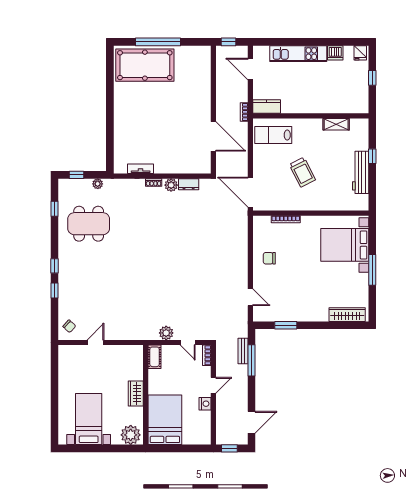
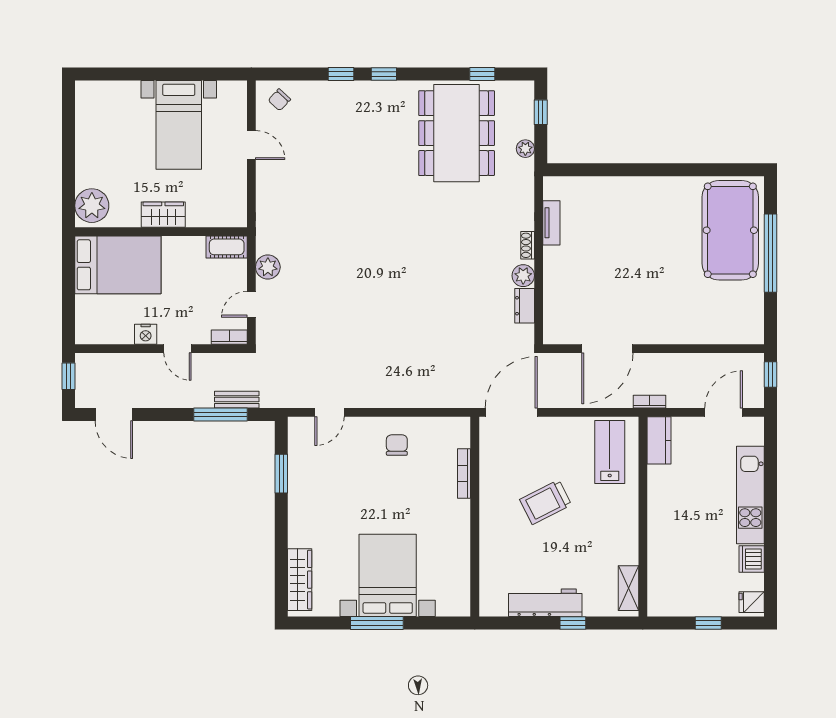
shelving: (336, 124) -> (628, 588), moved
dining table: (89, 224) -> (457, 133), width x1.36, depth x1.24
bed with nightstands: (345, 245) -> (388, 575), moved
bed with nightstands: (89, 419) -> (179, 125), moved, turned 90

